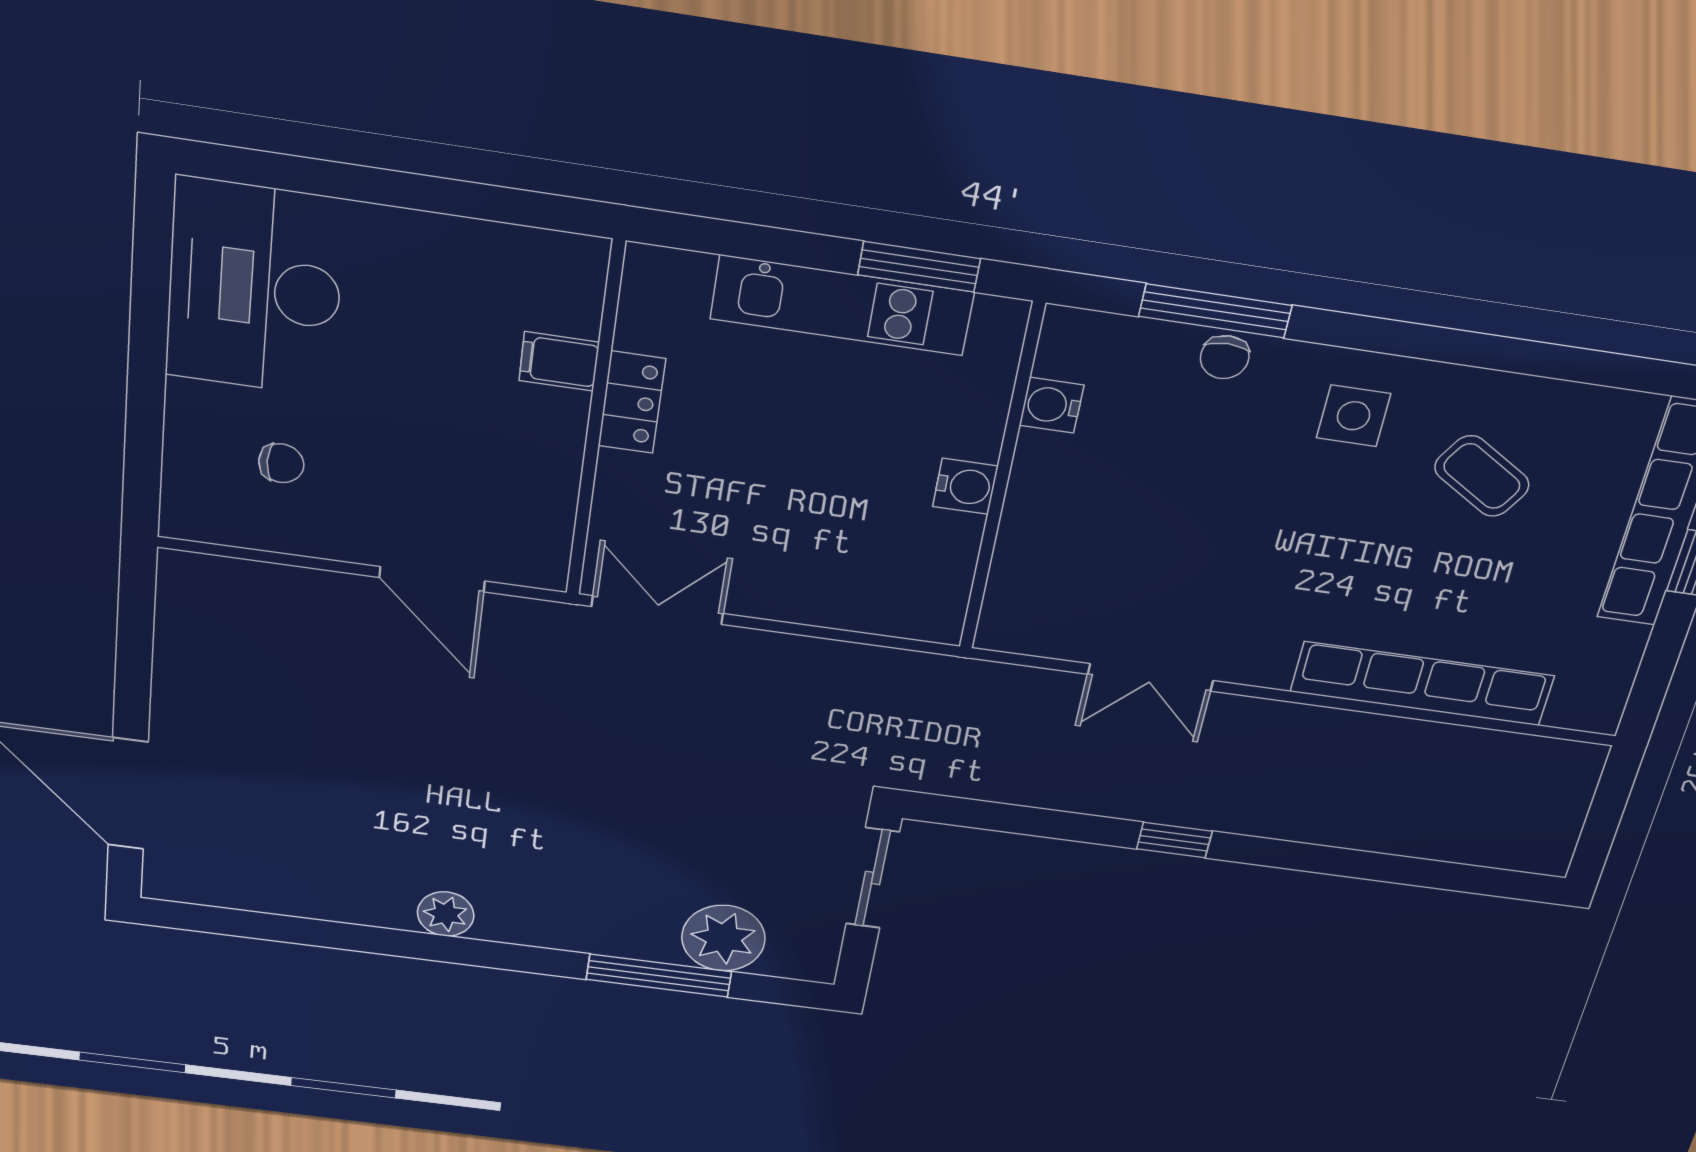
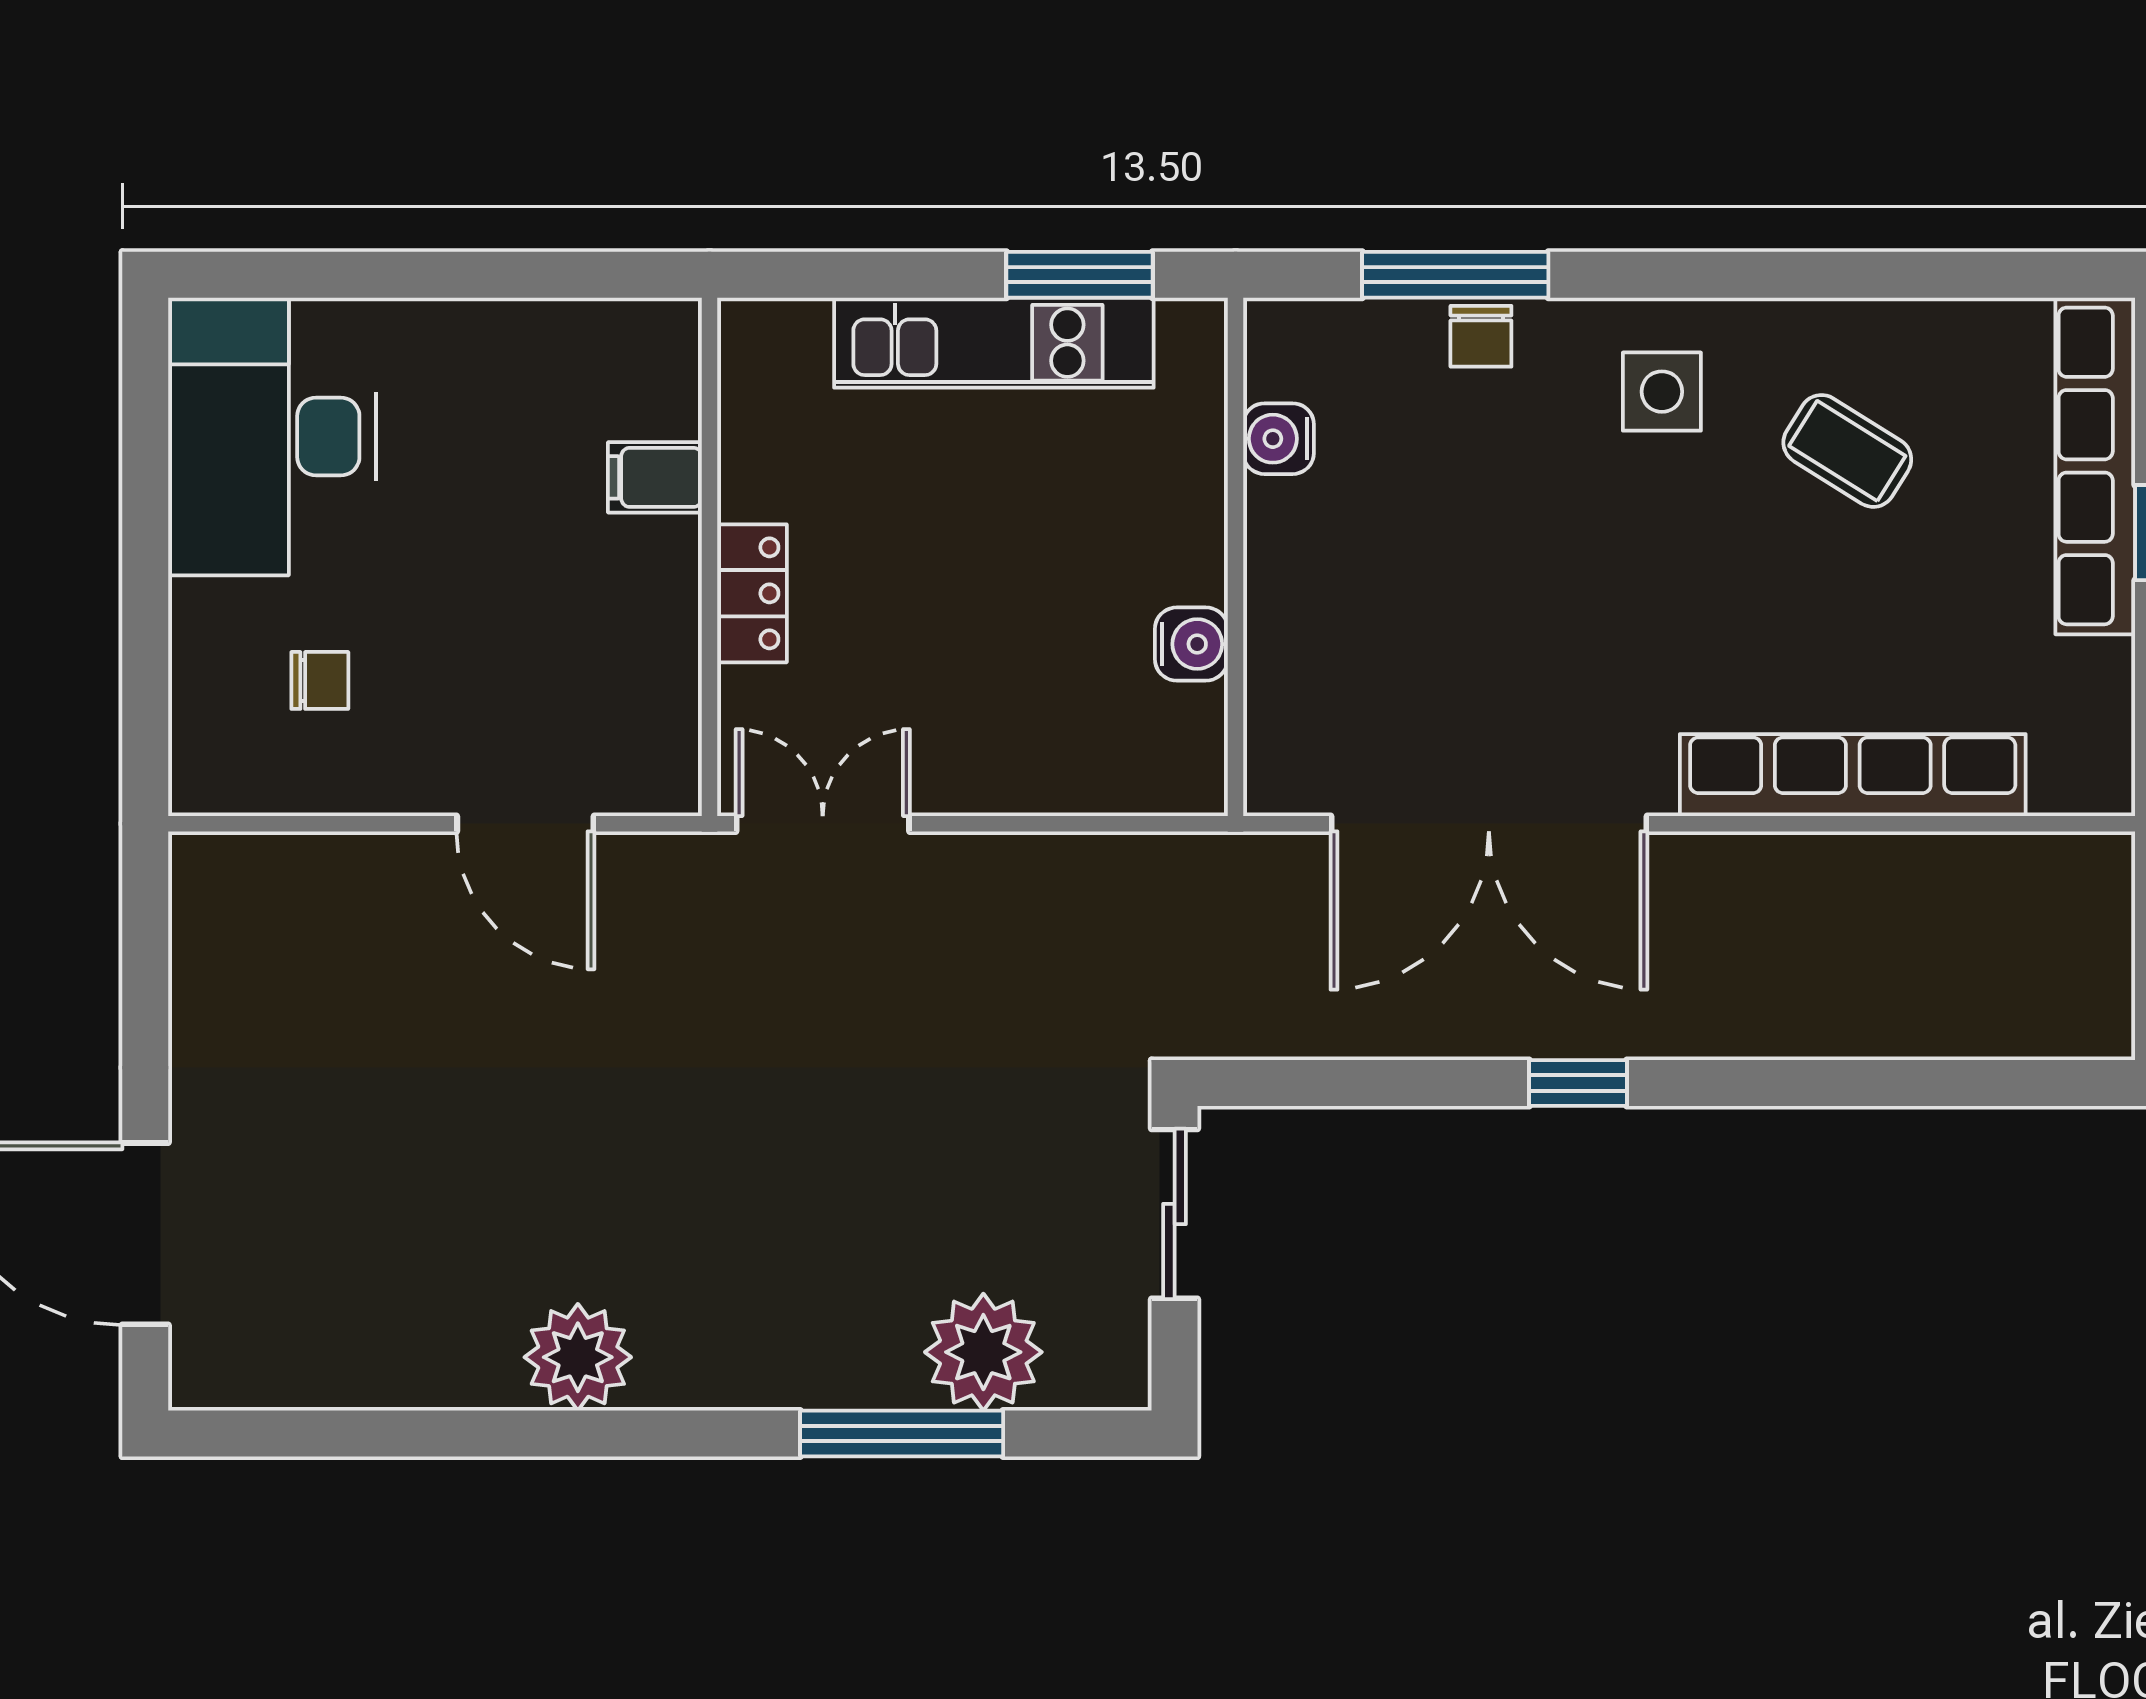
locker: (632, 402) -> (752, 593), moved
water cooler: (965, 486) -> (1191, 644), moved
double door: (1150, 677) -> (1489, 824), width x1.87
plant: (446, 914) -> (578, 1357), width x1.36, depth x1.36

